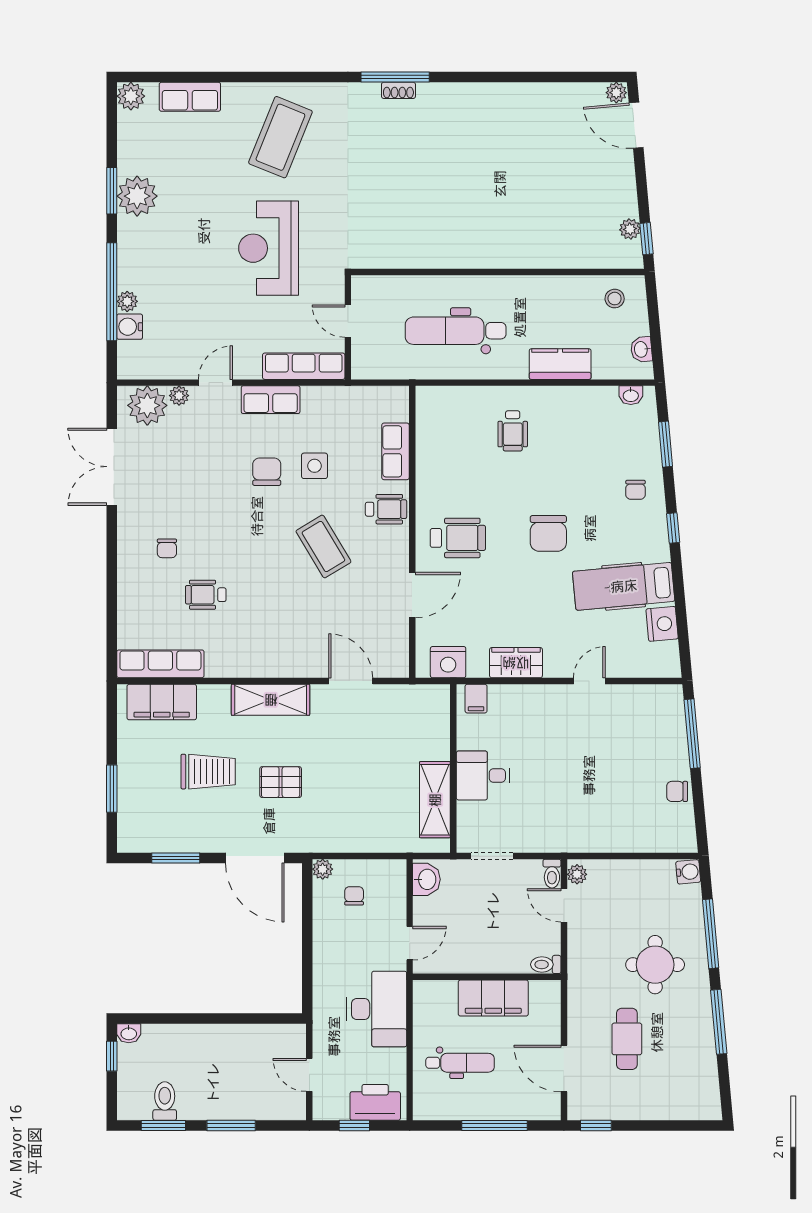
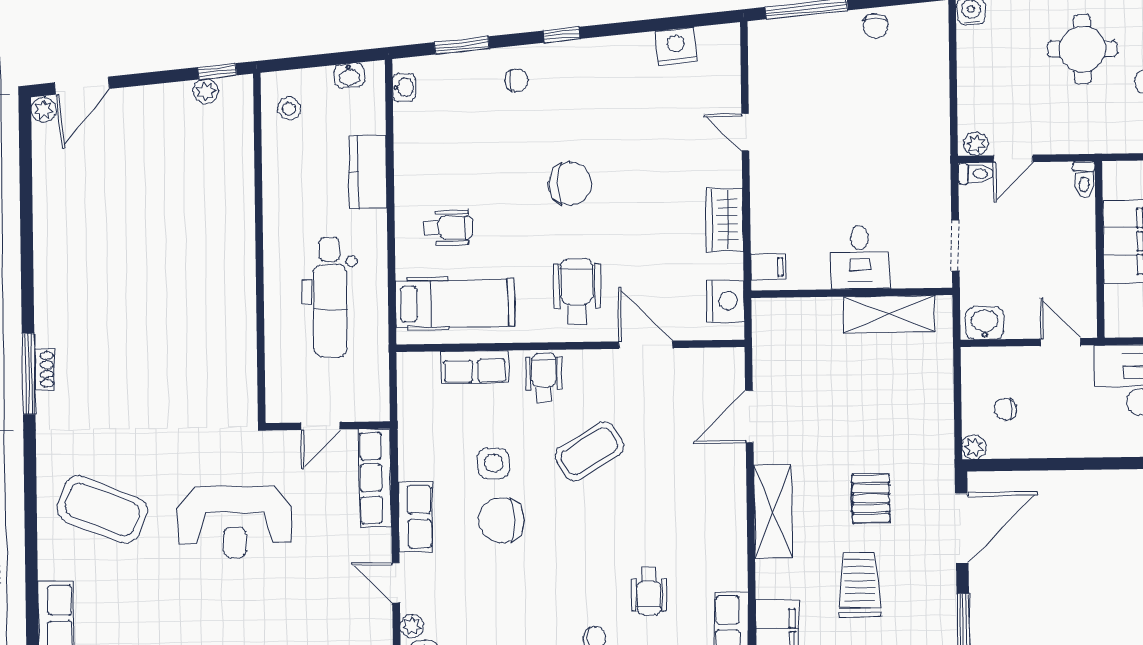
chair: (267, 472) -> (501, 520), width x1.37, depth x1.37
hospital bed: (624, 586) -> (455, 303), moved, turned -85

